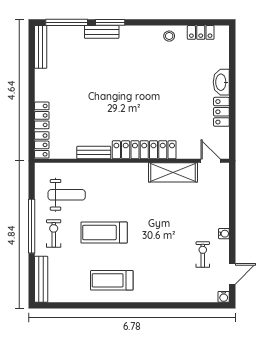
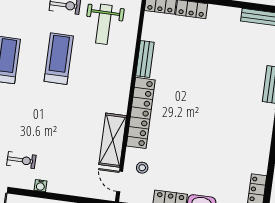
stool: (169, 36) -> (142, 168), moved
door: (210, 161) -> (120, 182), swing flipped

